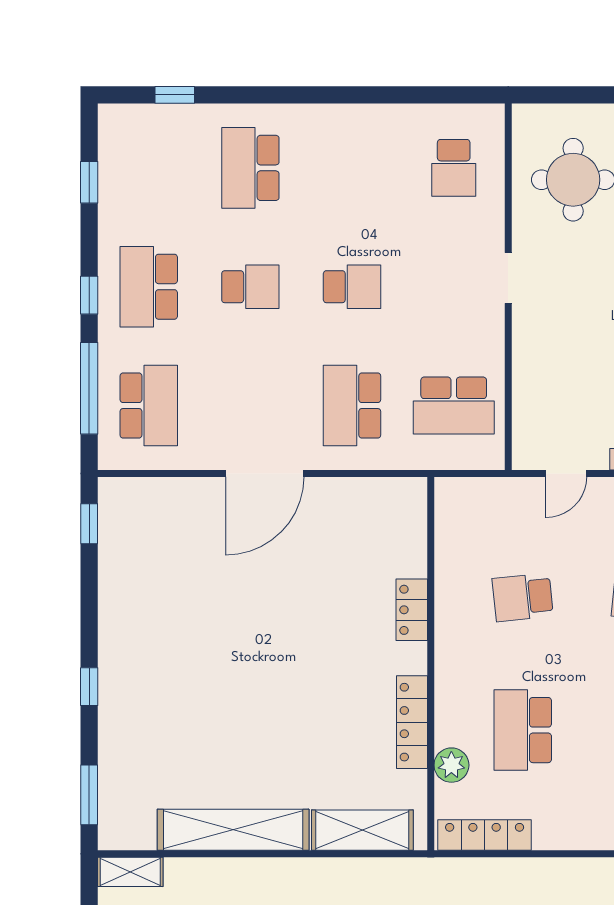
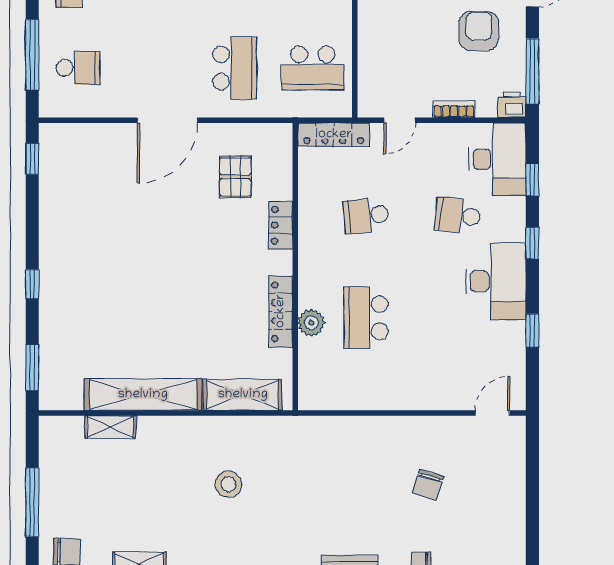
school desk: (149, 406) -> (78, 68), width x0.54
school desk: (352, 406) -> (235, 68), turned 180
pallet: (353, 547) -> (235, 177), added
plant: (451, 765) -> (311, 323), moved
locker: (485, 835) -> (334, 135), moved, turned 180
shelving: (130, 872) -> (110, 427), moved

